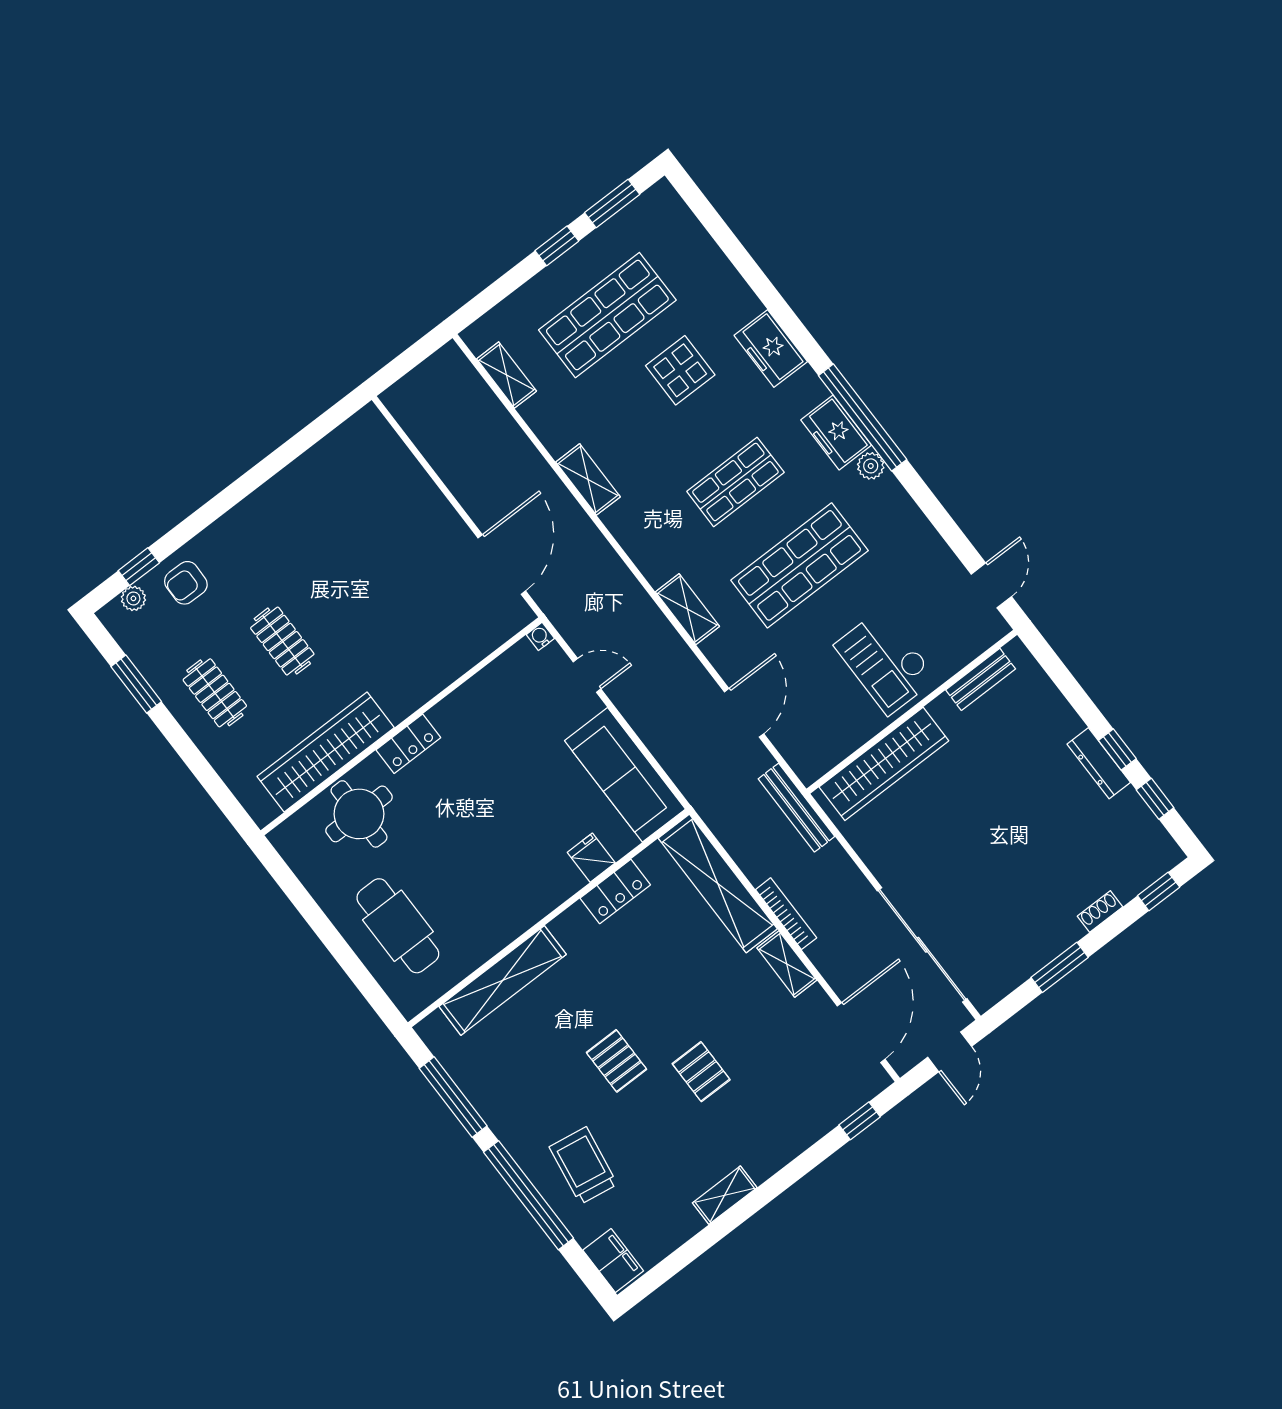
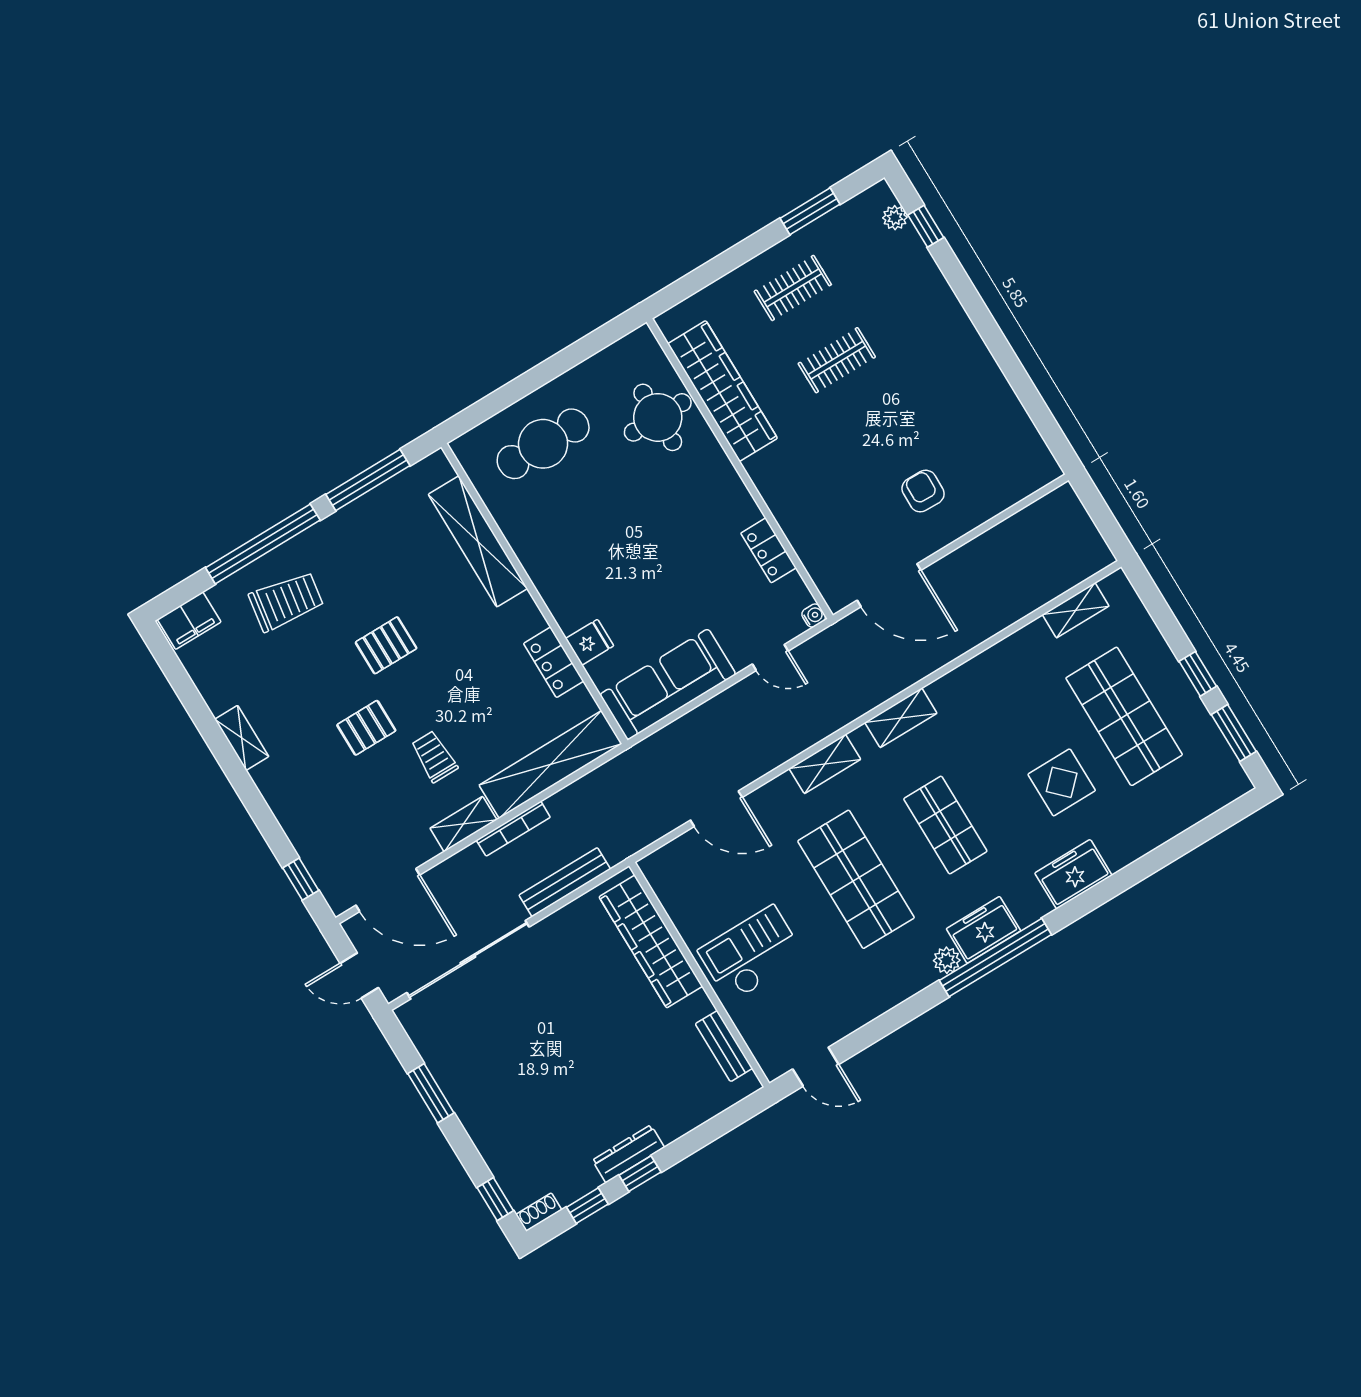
shelving: (588, 479) -> (901, 718), moved
armchair: (186, 583) -> (923, 491), moved
door: (587, 675) -> (770, 658), hinge flipped
locker: (408, 744) -> (768, 550), moved
bench: (797, 808) -> (565, 882), moved
shoe rack: (1100, 912) -> (539, 1212), moved, turned -90
trolley: (723, 1001) -> (434, 757), added

